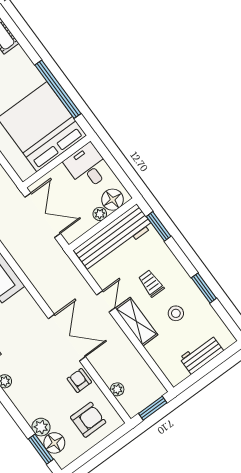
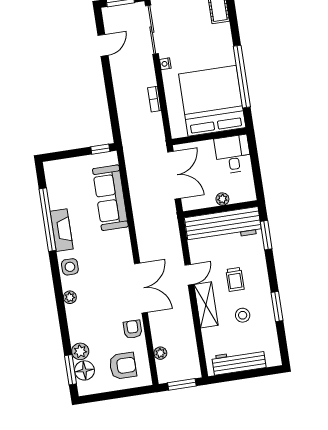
floor lamp: (113, 200) -> (239, 193), removed
trolley: (151, 283) -> (235, 279), turned 180
workbench: (201, 354) -> (239, 362), width x1.38

